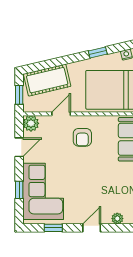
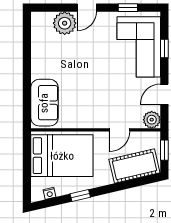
armchair: (82, 137) -> (97, 105), removed
plant: (117, 219) -> (65, 23), width x1.88, depth x1.88

